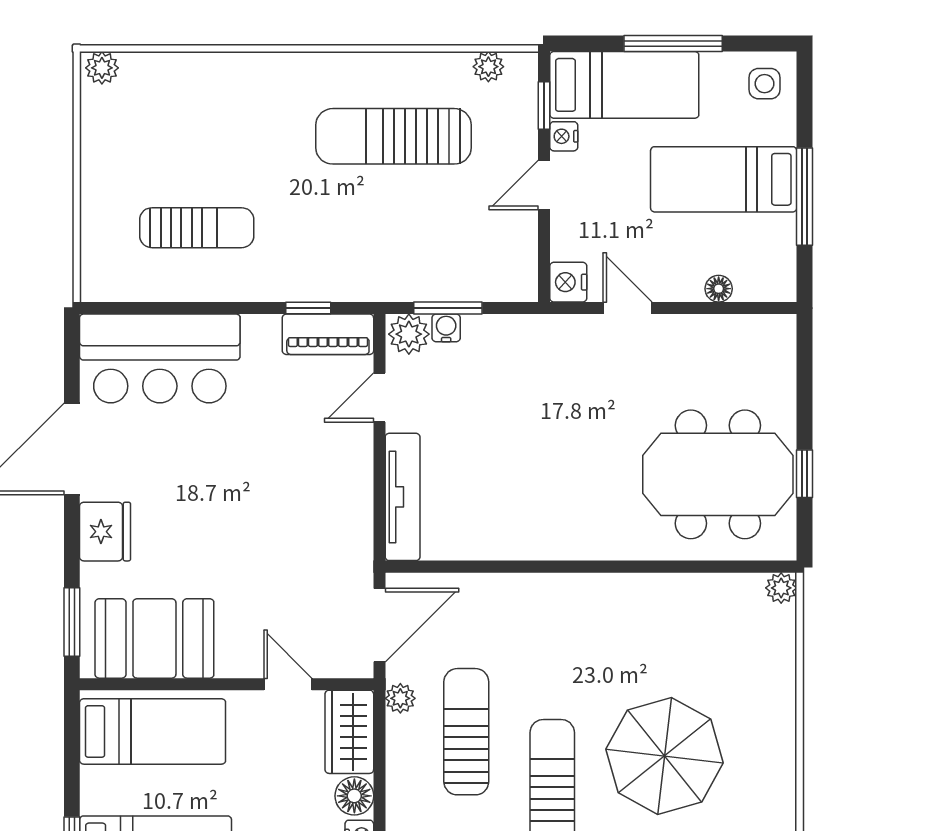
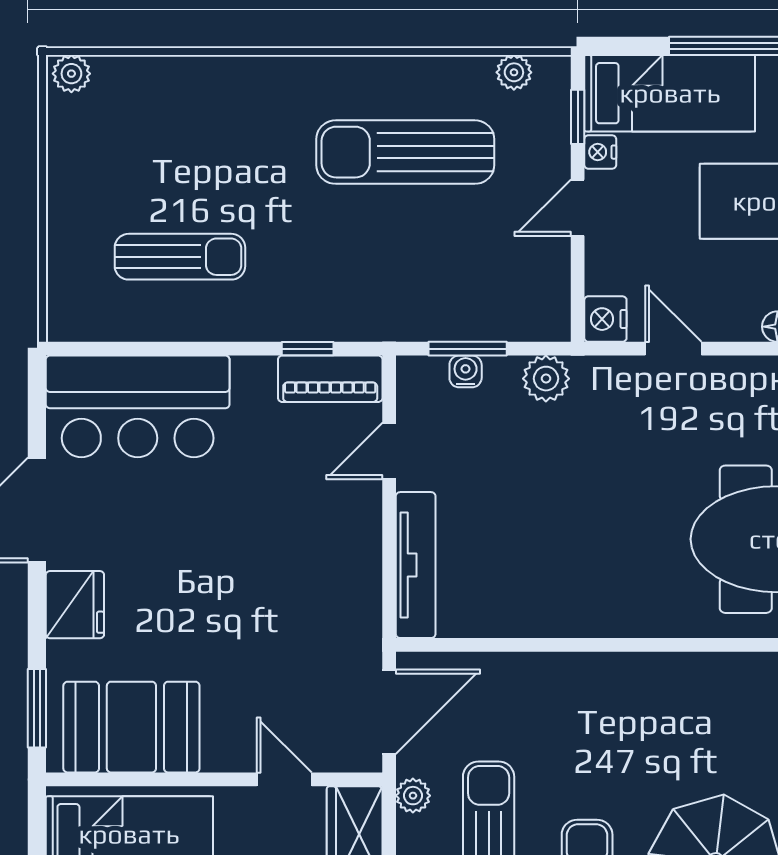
plant: (409, 334) -> (546, 379), moved

